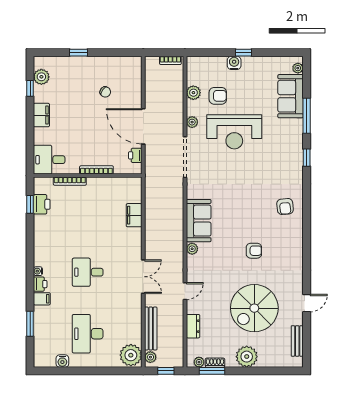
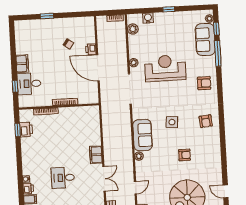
water cooler: (234, 63) -> (148, 18), moved
plant: (41, 77) -> (21, 36), removed
window: (30, 88) -> (15, 86), moved
plant: (193, 93) -> (133, 29), moved
armchair: (218, 96) -> (204, 83), moved
reception desk: (234, 132) -> (165, 68), turned 180
printer: (135, 155) -> (91, 49), moved
window: (307, 158) -> (216, 29), moved
desk: (49, 160) -> (29, 84), moved
side table: (239, 205) -> (172, 122), added
filing cabinet: (134, 215) -> (96, 155), moved
door: (307, 303) -> (226, 191), swing flipped

